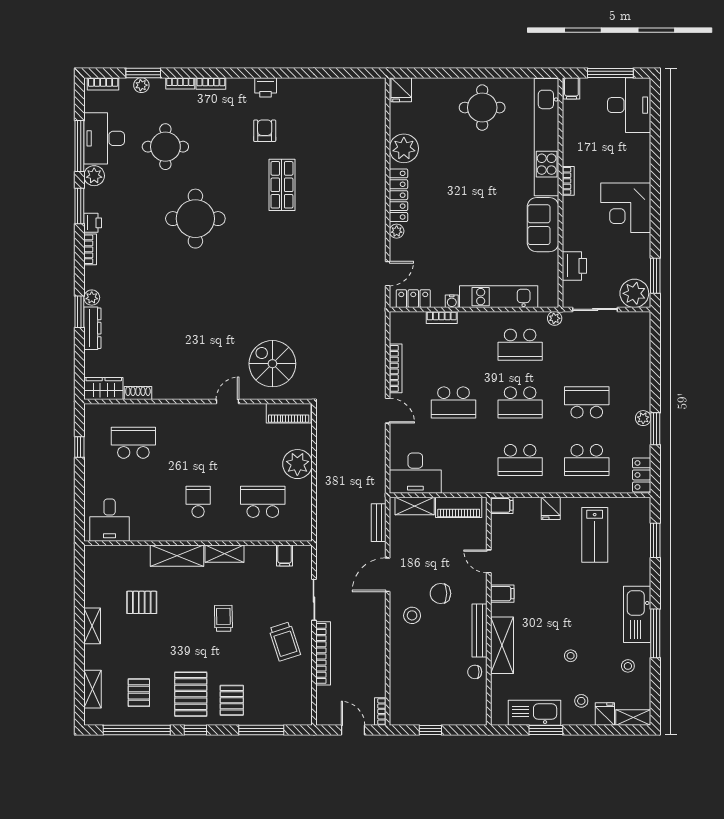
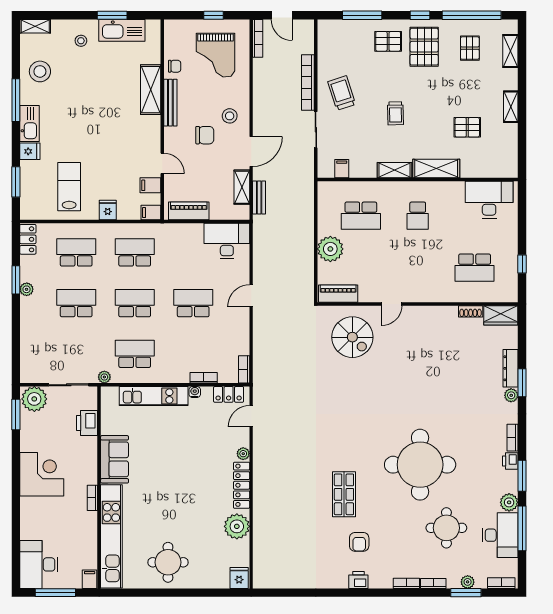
round table: (195, 219) -> (420, 465), width x1.36, depth x1.36
bookcase: (396, 368) -> (244, 369), moved, width x0.64
school desk: (587, 402) -> (76, 303), turned 180
door: (388, 411) -> (251, 296), hinge flipped
shelving: (415, 506) -> (242, 187), moved, turned 90
desk: (110, 520) -> (489, 200), width x1.37
filing cabinet: (502, 594) -> (150, 185), moved
kitchen sink: (637, 614) -> (29, 123), width x0.73, depth x0.81
stool: (571, 656) -> (90, 80), removed
stool: (628, 666) -> (40, 71), width x1.89, depth x1.89
grand piano: (428, 685) -> (215, 55), added
pallet: (232, 700) -> (388, 41), turned 90
bookcase: (380, 711) -> (258, 38), width x1.56
fridge: (605, 714) -> (30, 151), moved, turned -90

